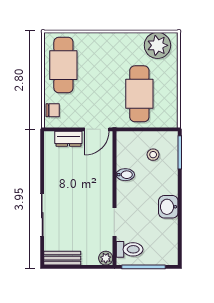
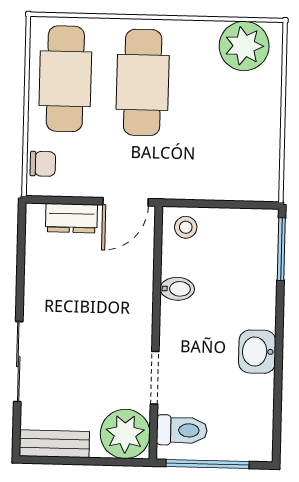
cafe table: (139, 94) -> (143, 82), moved
stool: (153, 155) -> (186, 227), moved
plant: (106, 258) -> (125, 434), width x1.88, depth x1.88

